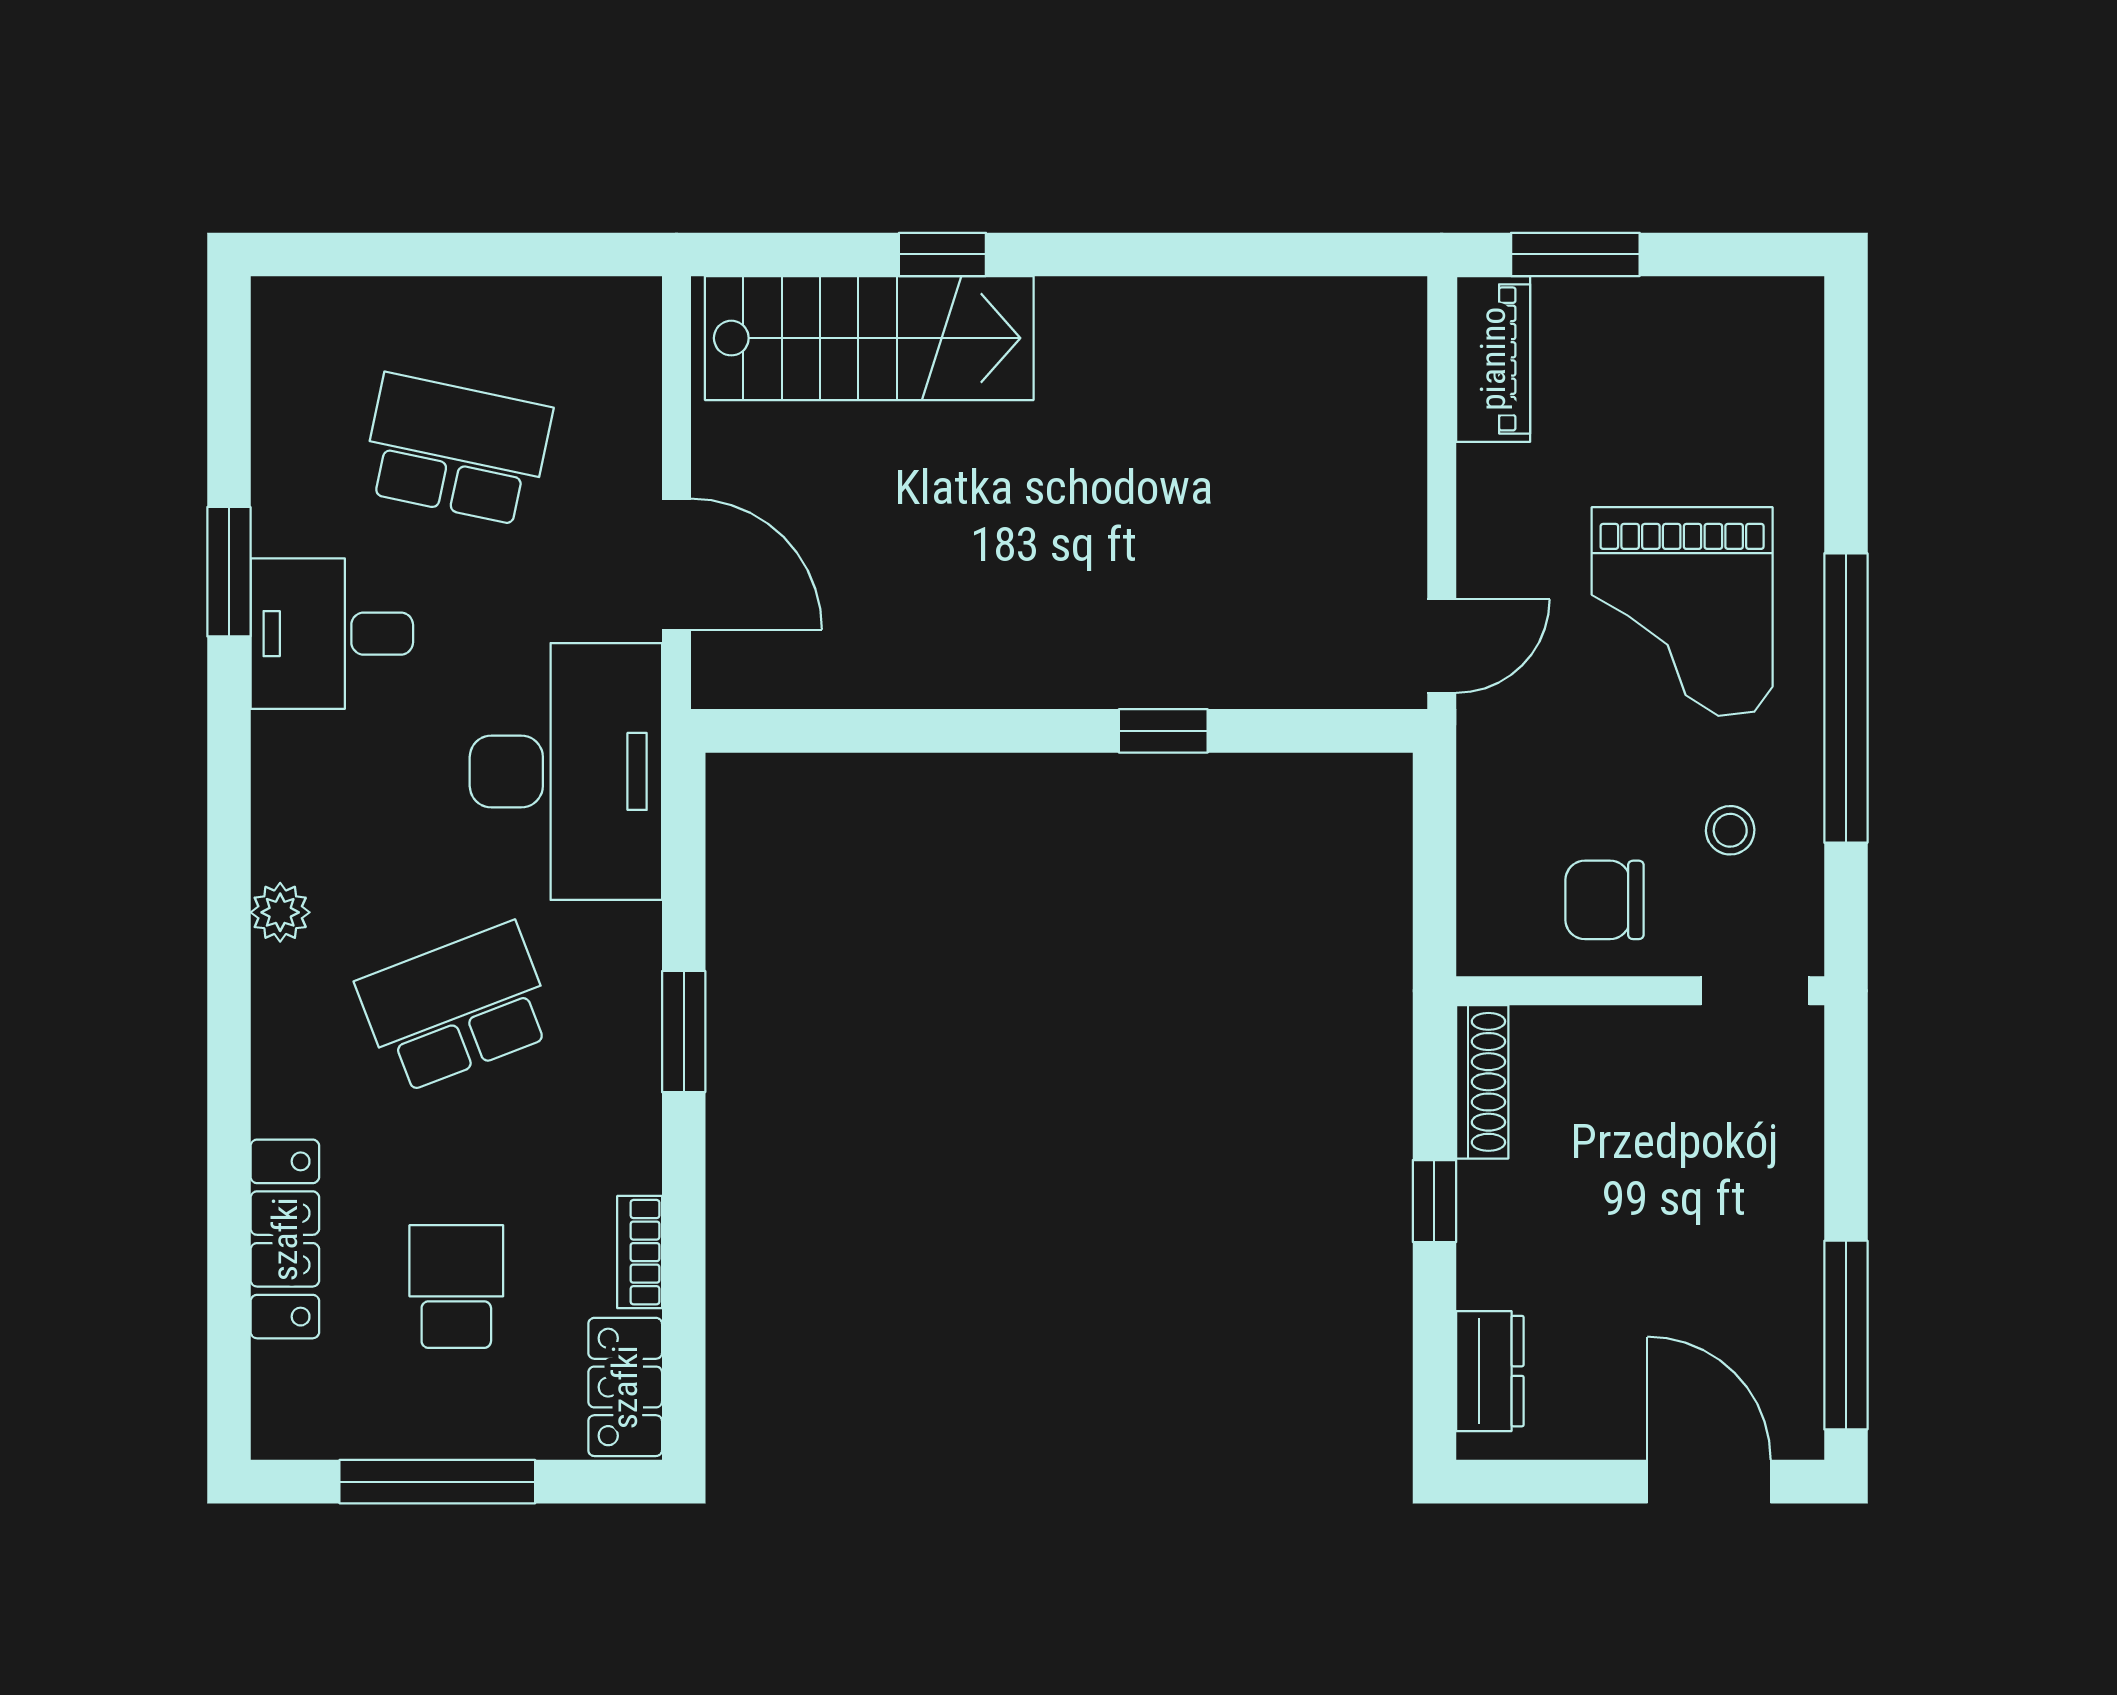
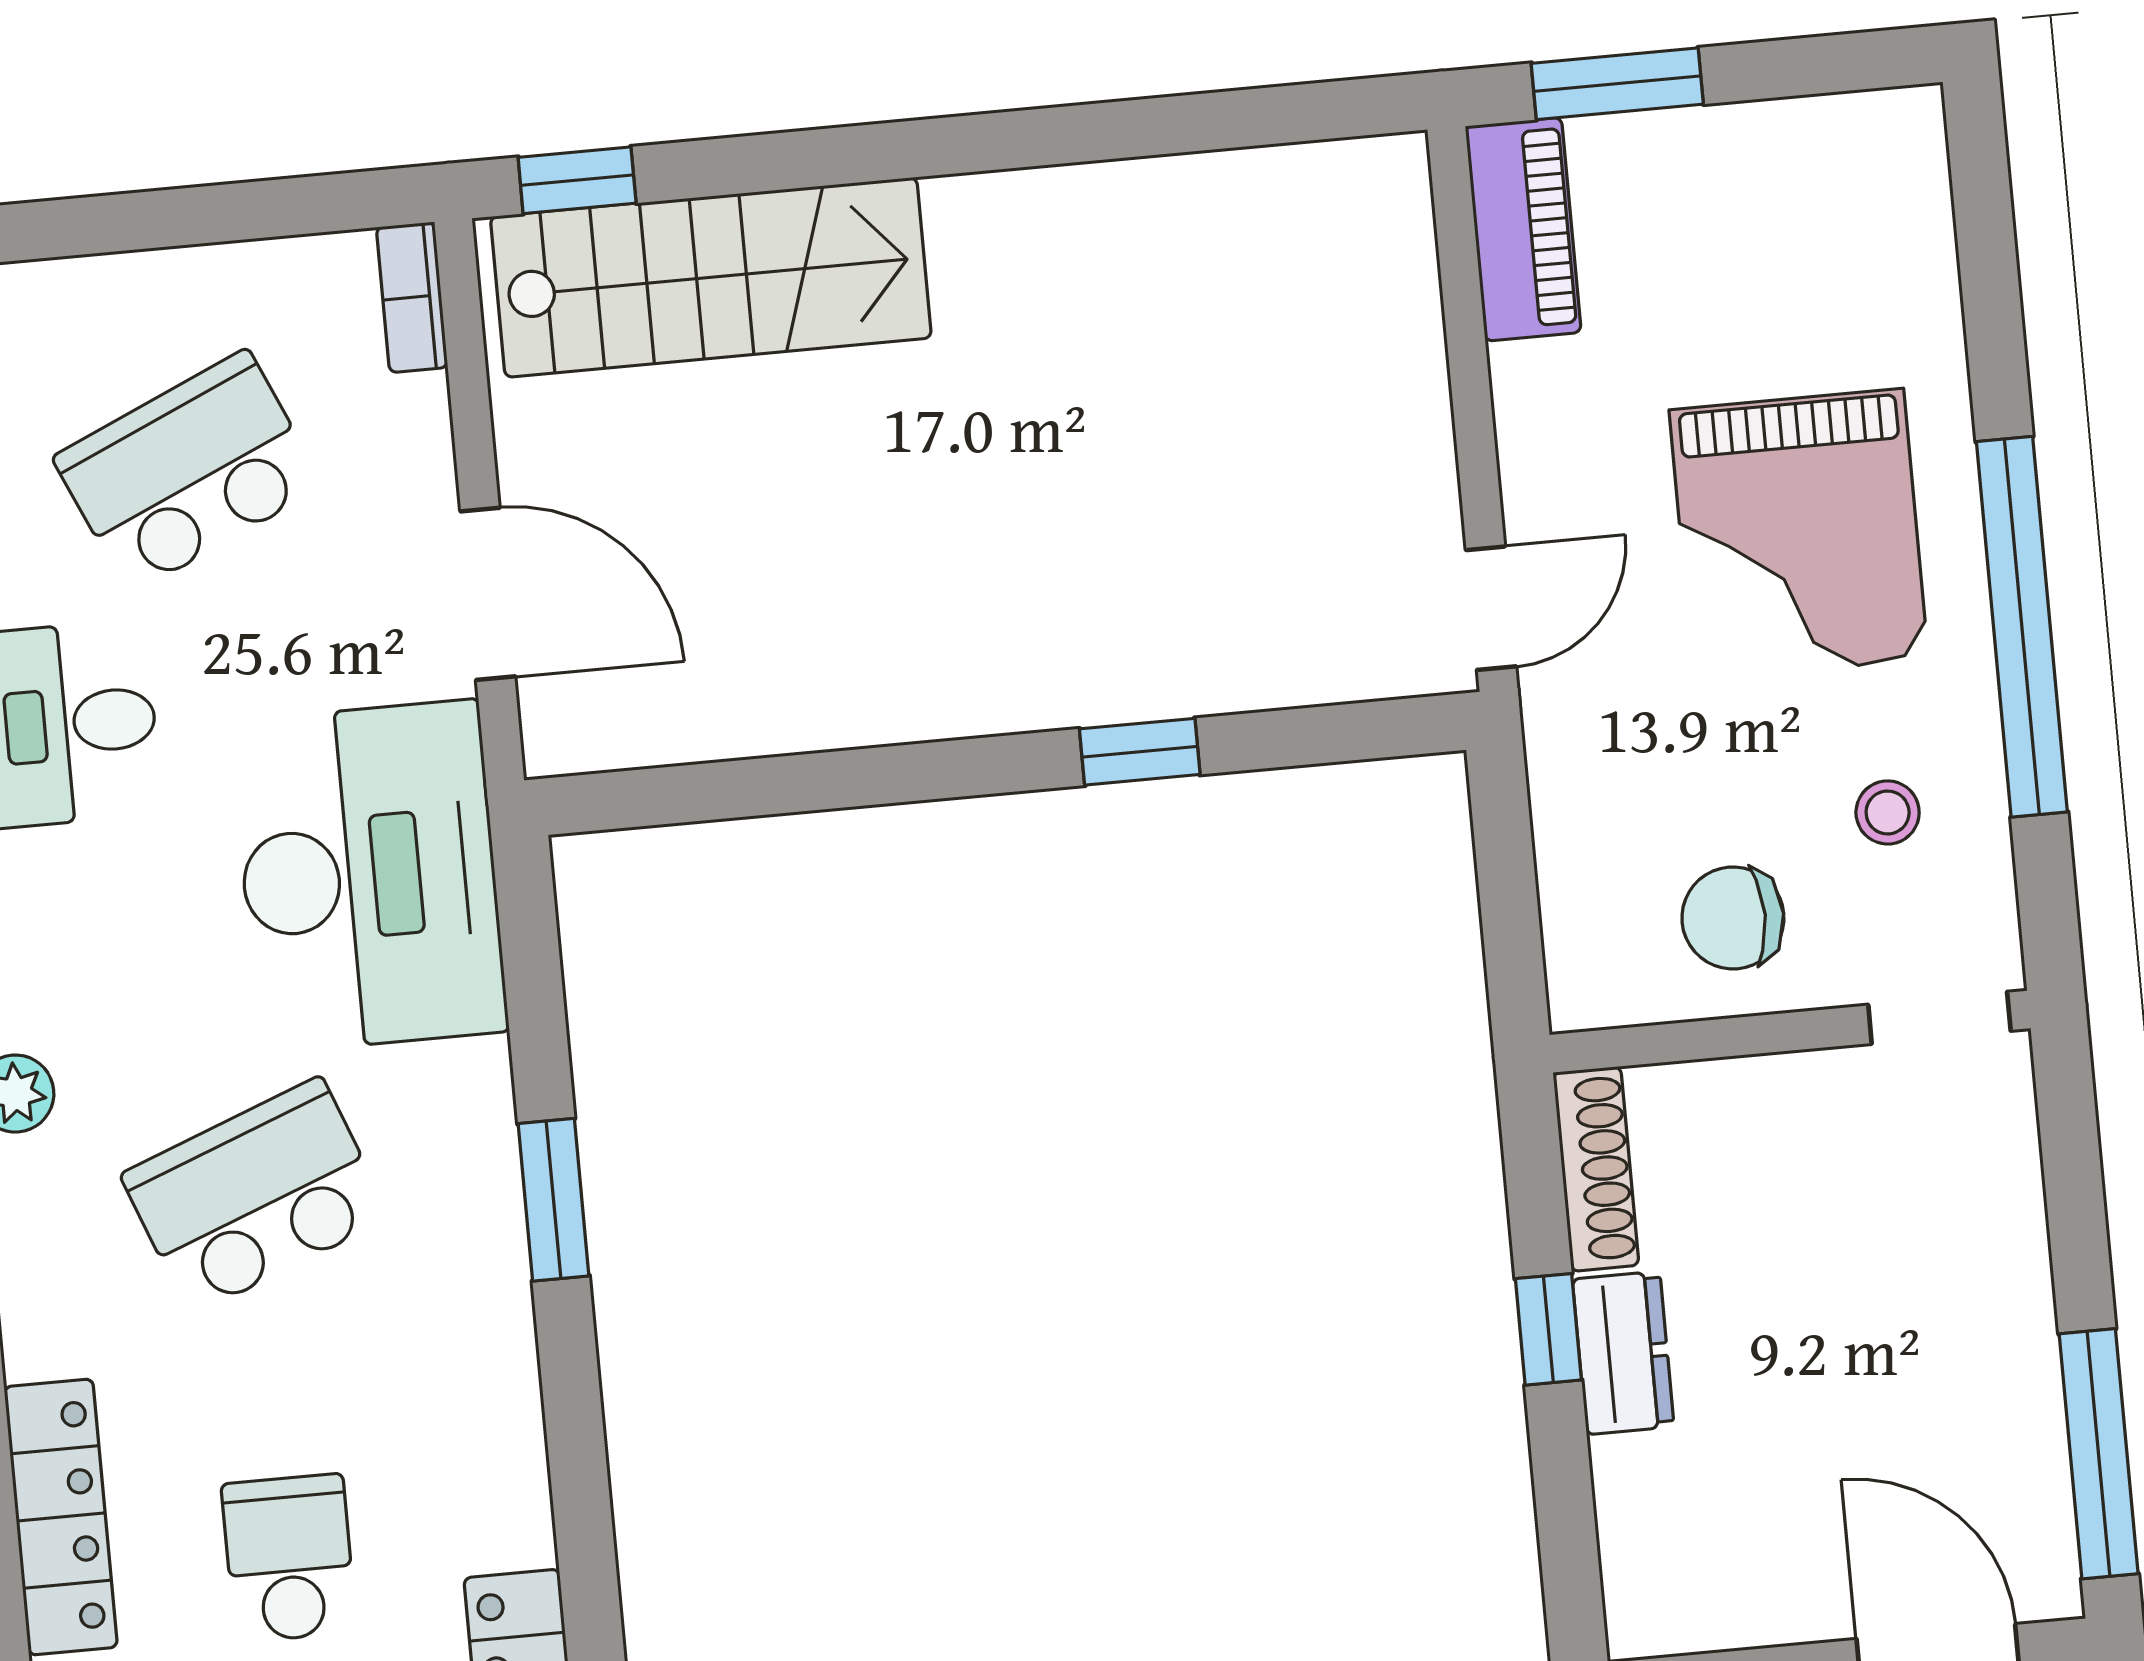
window: (942, 254) -> (577, 180), moved
school desk: (456, 450) -> (188, 472), turned -36
bookcase: (640, 1252) -> (412, 297), moved
dresser: (1490, 1371) -> (1623, 1353), moved

